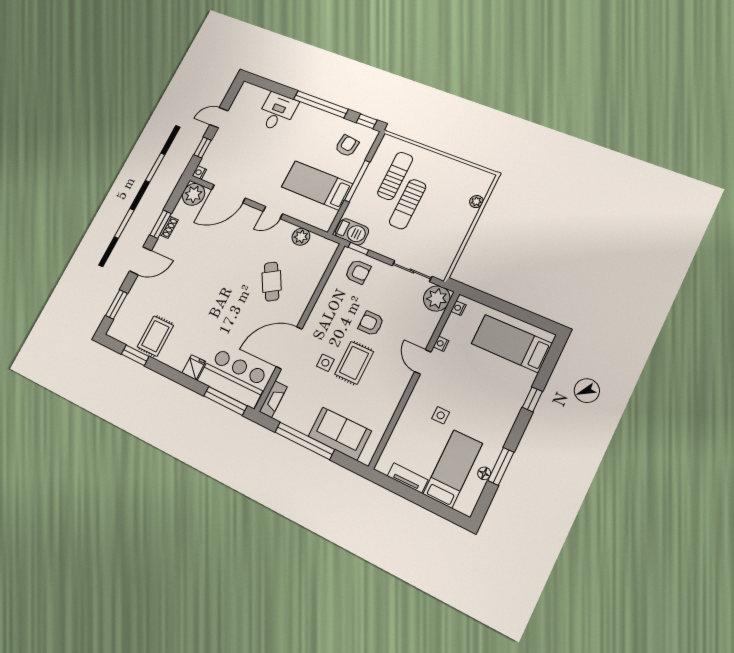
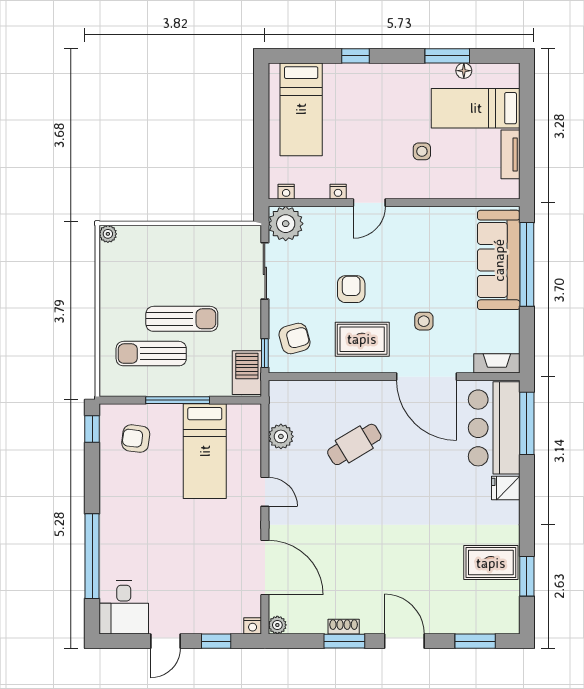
window: (321, 104) -> (92, 556), moved
desk: (277, 112) -> (124, 607), moved, turned -90
door: (219, 118) -> (165, 641), hinge flipped
plant: (193, 194) -> (277, 625), width x0.53, depth x0.53
plant: (476, 202) -> (108, 234), moved
armchair: (358, 272) -> (295, 339), turned 75
armchair: (371, 323) -> (351, 289), turned 180
rug: (354, 363) -> (362, 339), moved
sofa: (340, 434) -> (499, 260), width x1.36
window: (305, 441) -> (527, 264), moved

